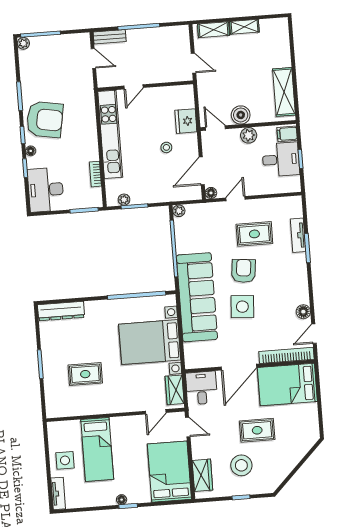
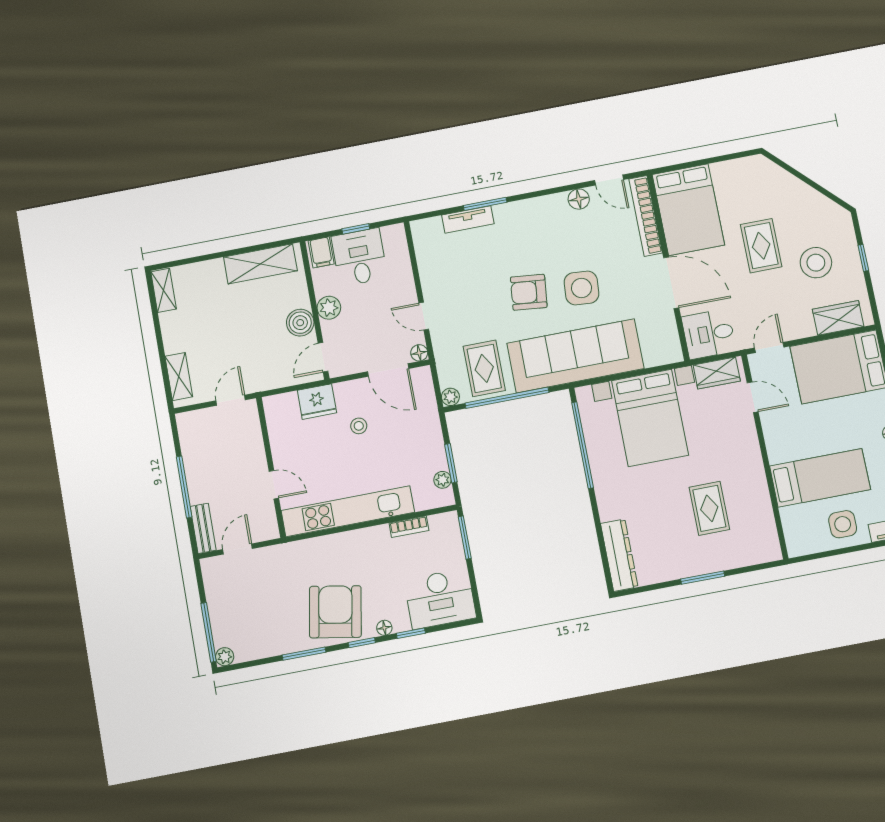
shelving: (244, 27) -> (164, 290), moved
rug: (254, 234) -> (484, 368), moved

